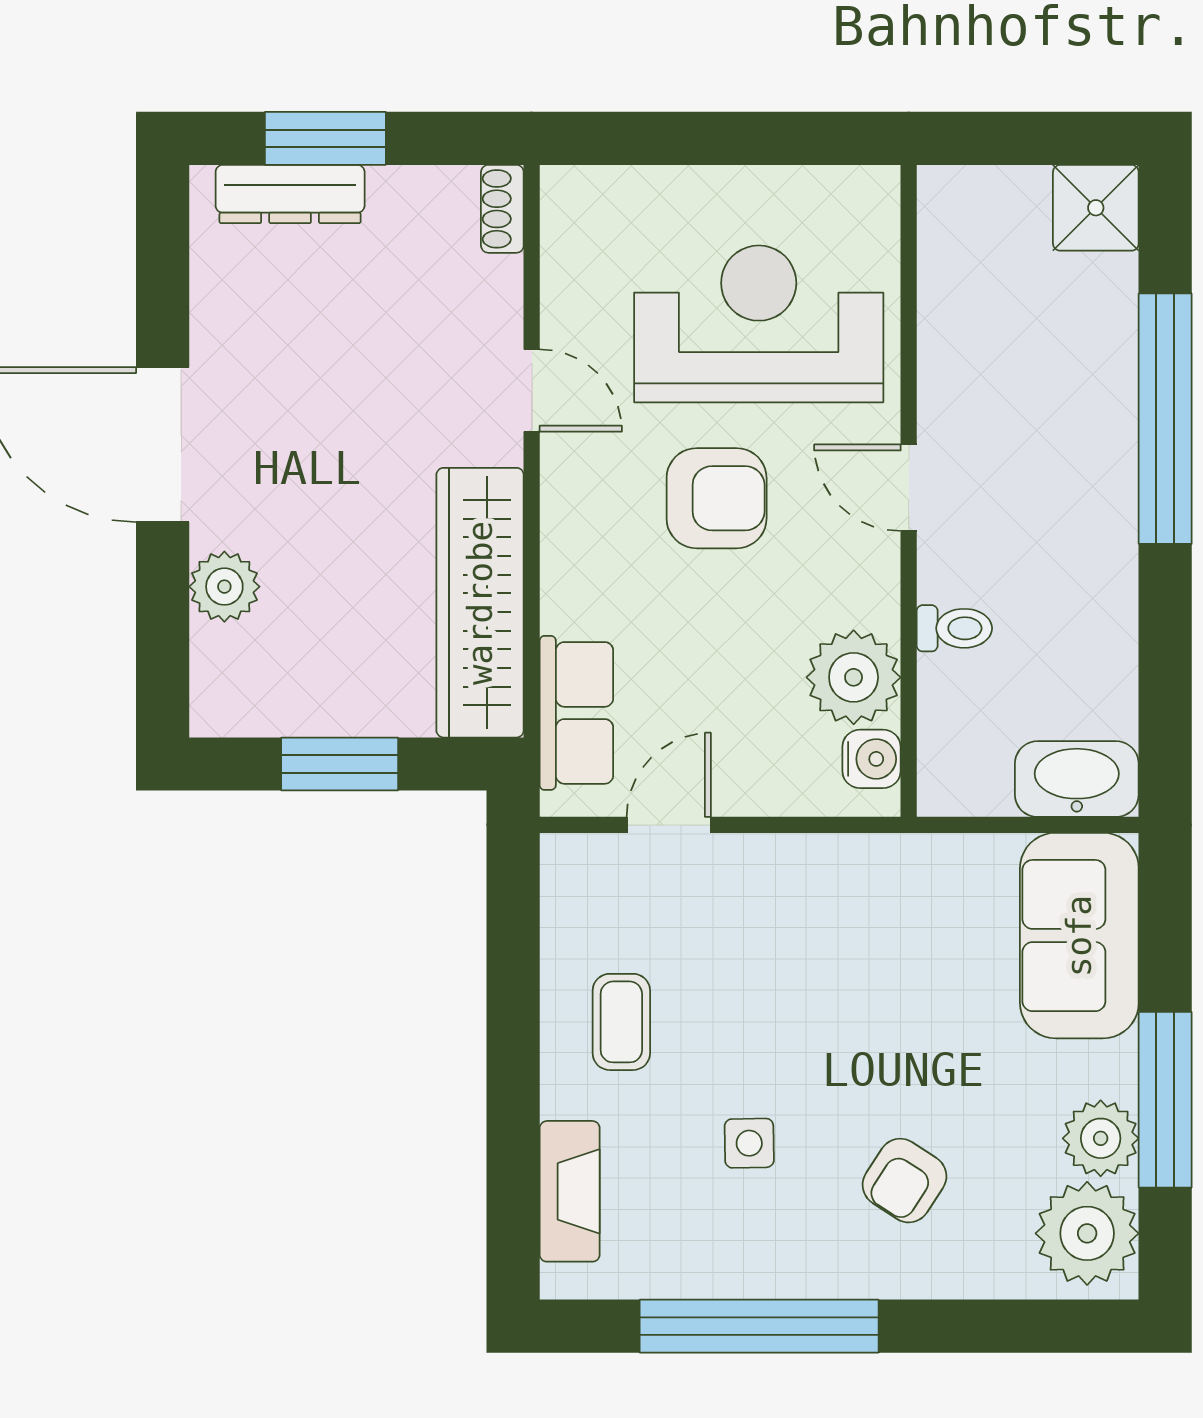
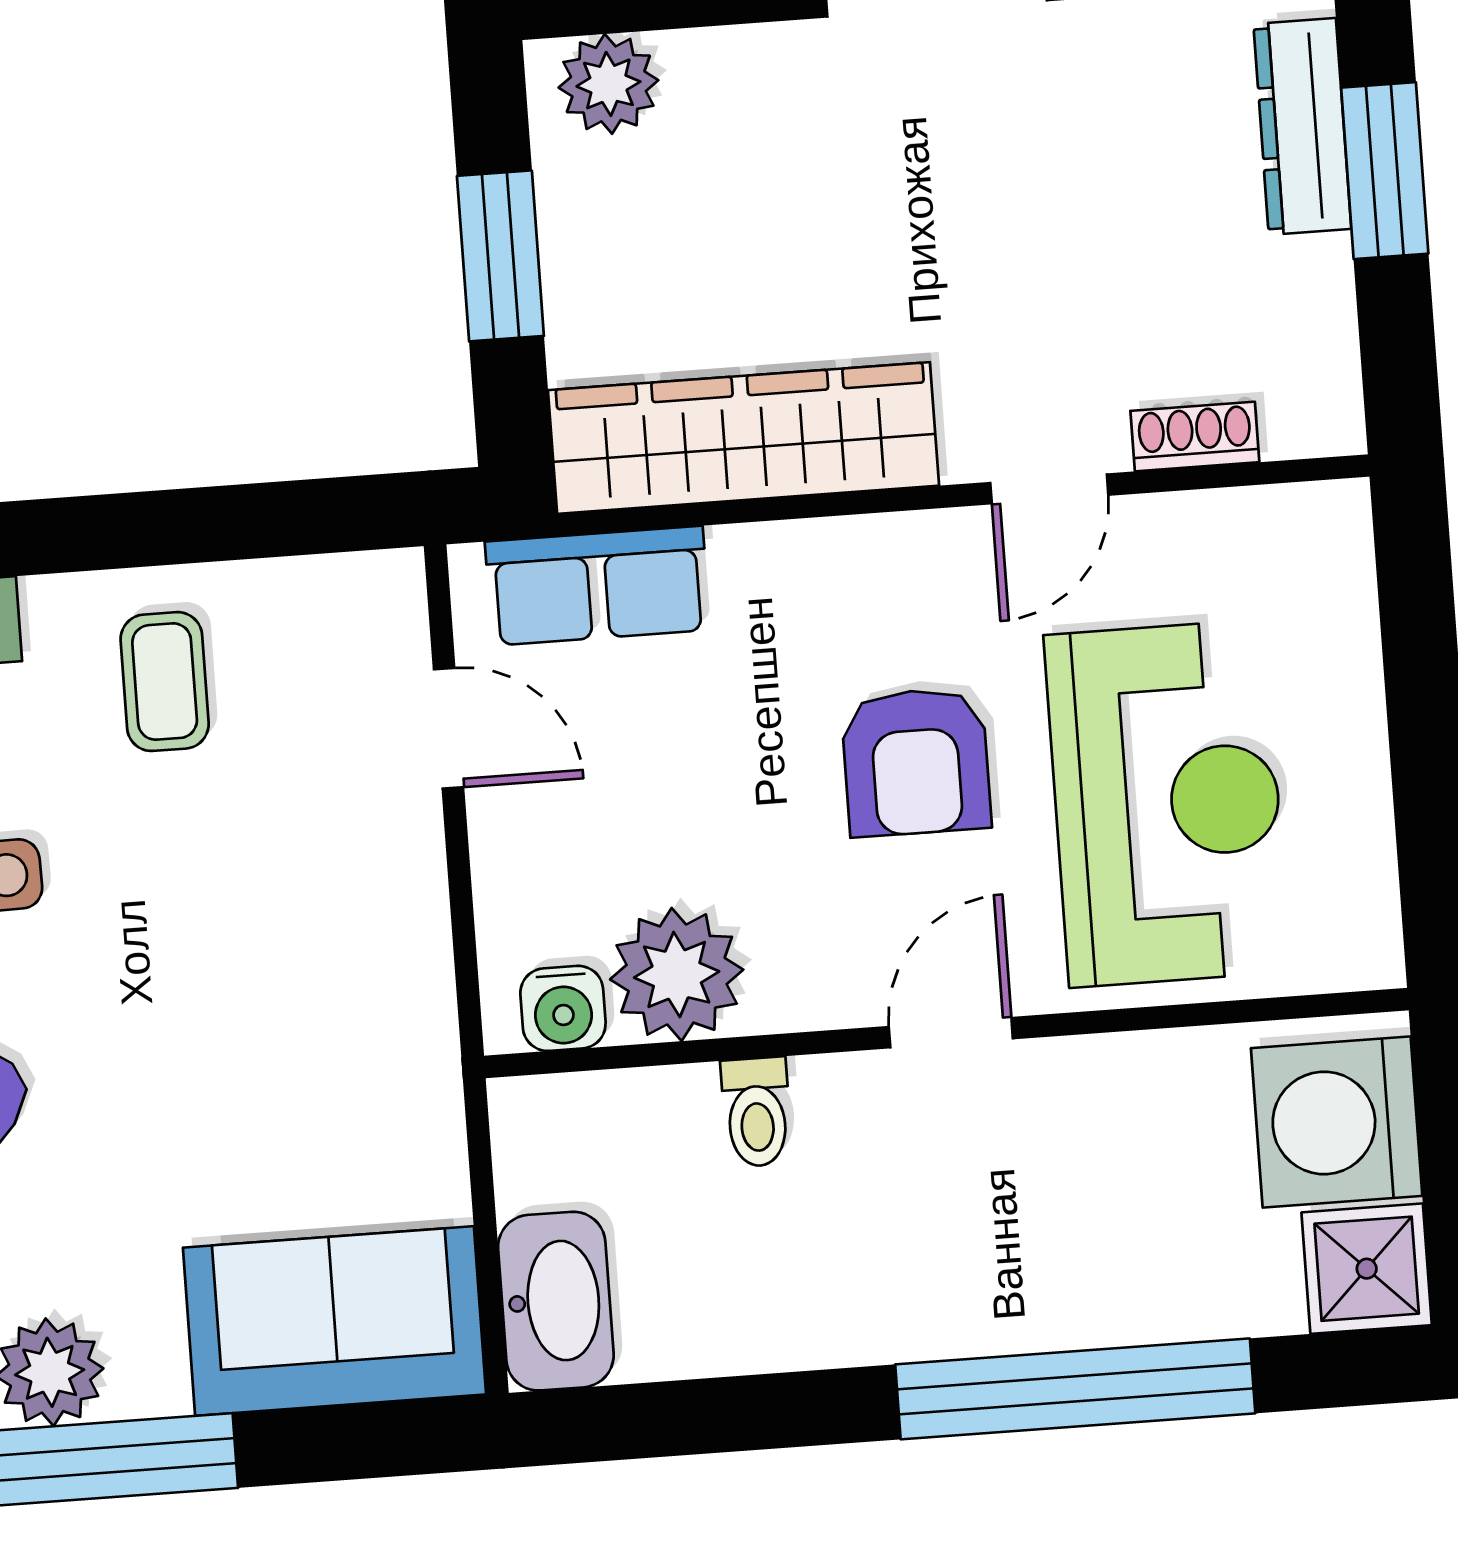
shoe rack: (502, 209) -> (1195, 437), moved
washing machine: (991, 221) -> (1337, 1122), added
plant: (224, 587) -> (608, 84), moved
coffee table: (621, 1022) -> (165, 682), turned 90

